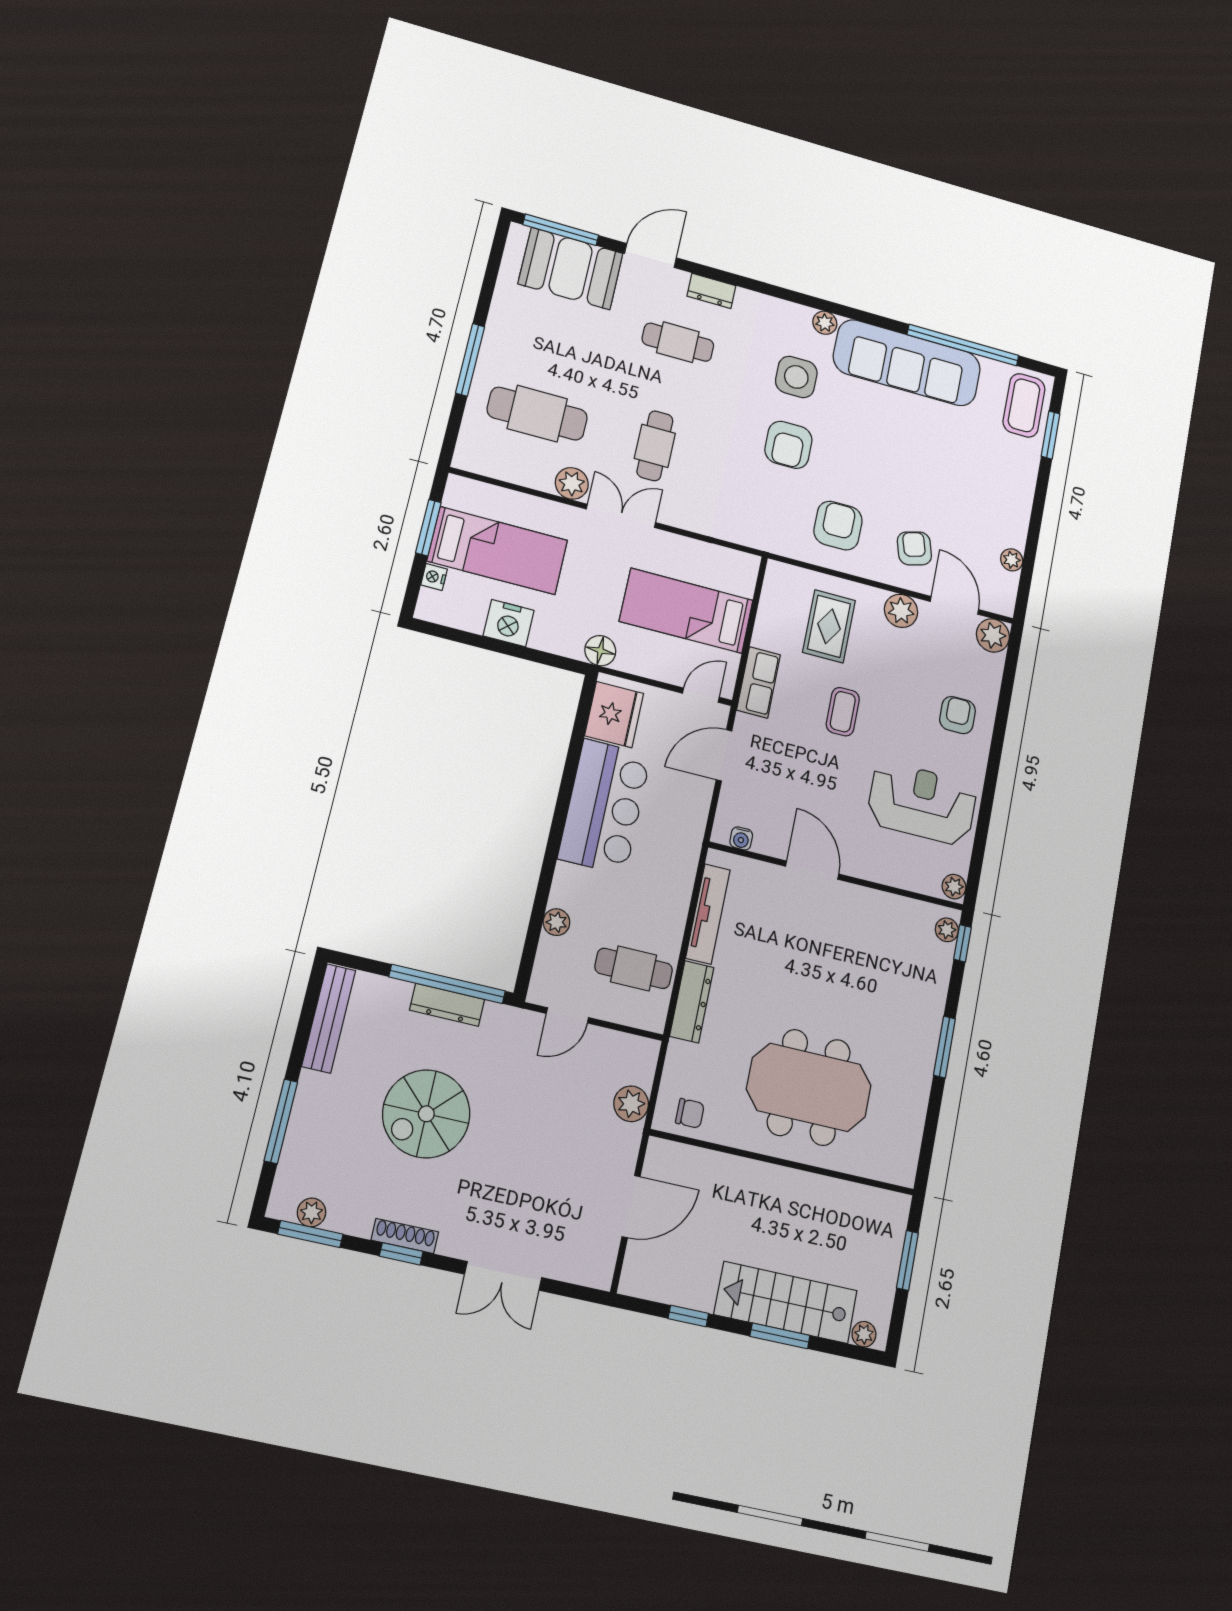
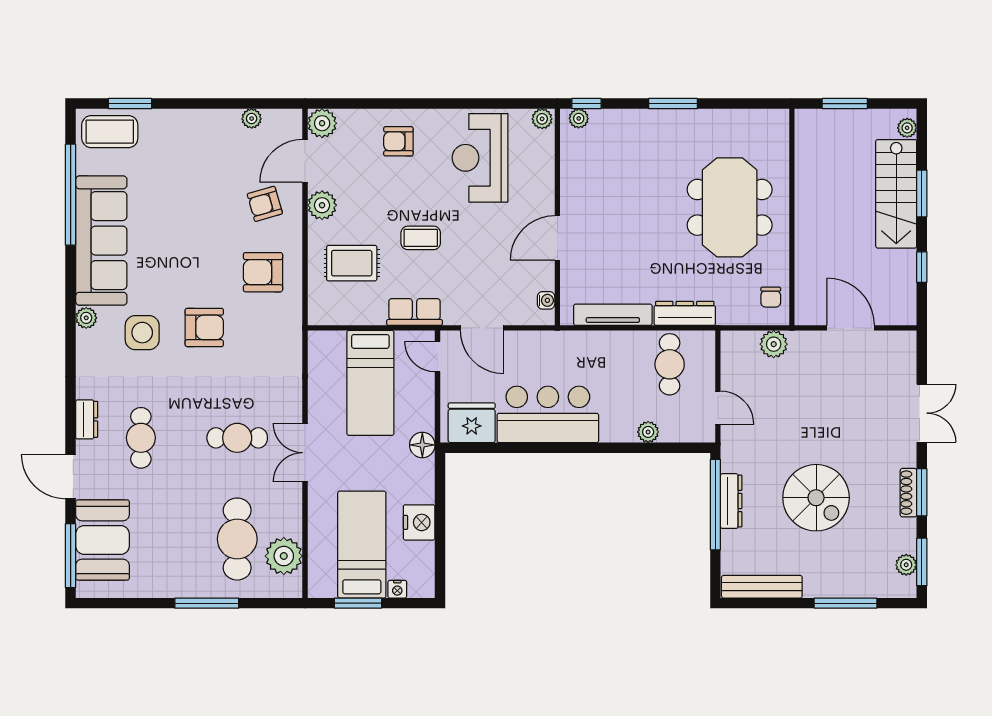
plant: (572, 483) -> (284, 556), moved, width x1.36, depth x1.36
chair: (690, 1113) -> (771, 297), turned 180
window: (401, 1254) -> (922, 492), width x1.50

